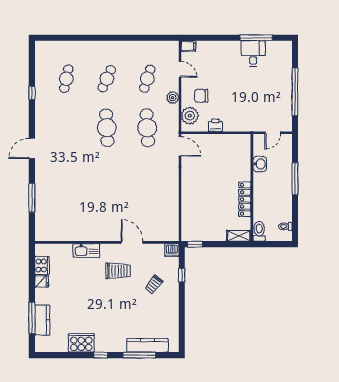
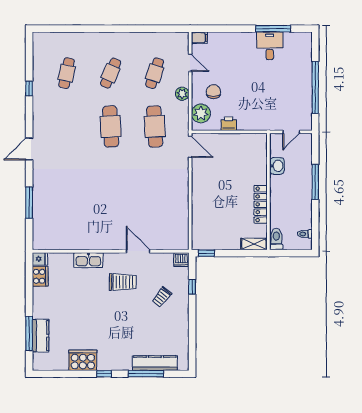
chair: (201, 96) -> (213, 92), turned 90
fridge: (42, 281) -> (40, 259), moved

